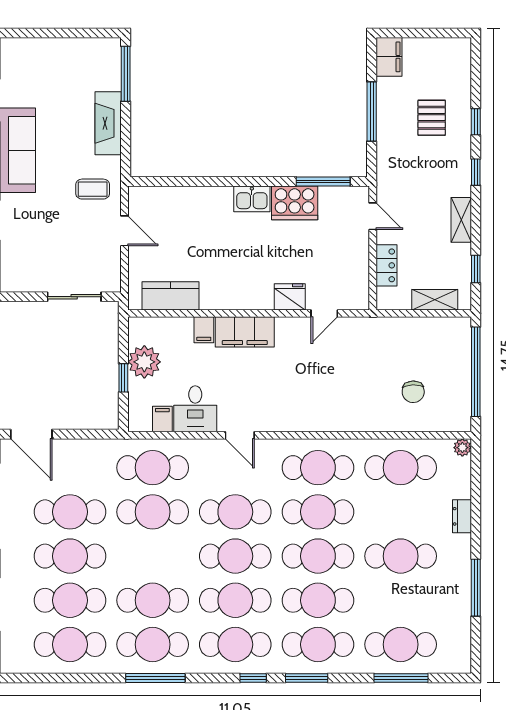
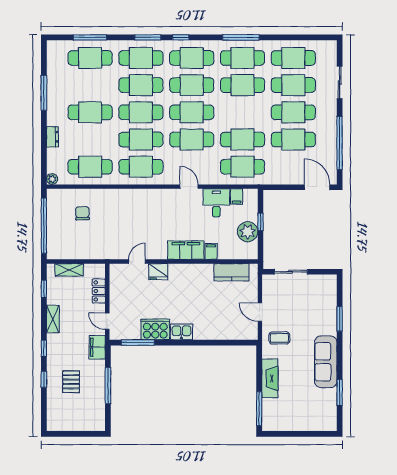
filing cabinet: (389, 57) -> (97, 347), moved

